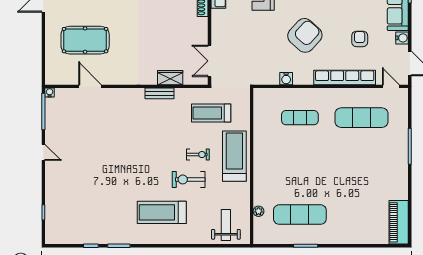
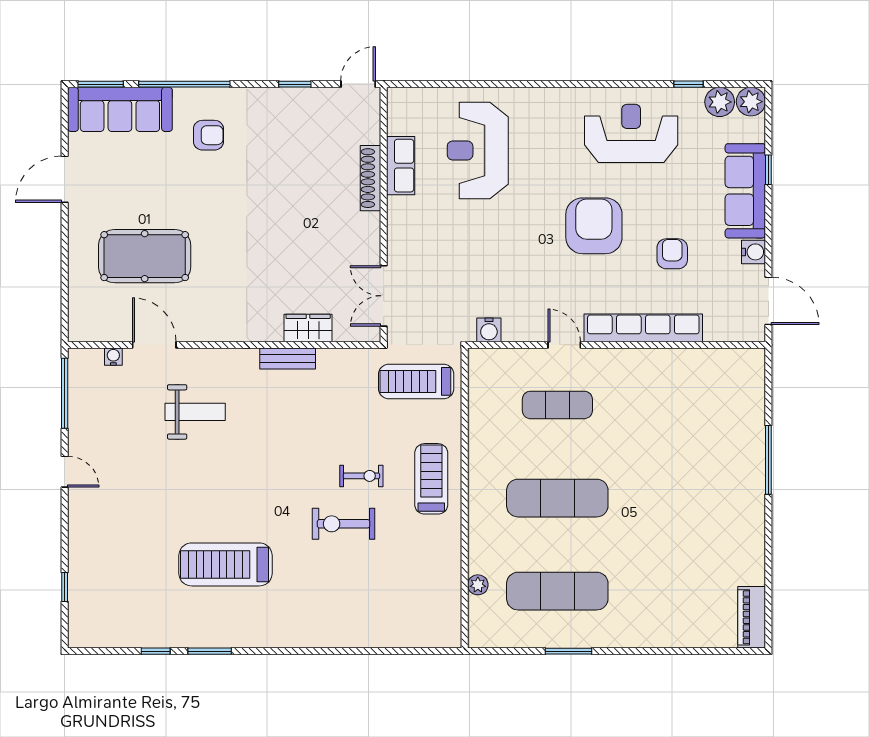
armchair: (305, 35) -> (594, 226), moved, turned -42
water cooler: (286, 79) -> (489, 330), moved
door: (391, 86) -> (564, 345), moved
water cooler: (50, 92) -> (113, 357), moved
treadmill: (211, 113) -> (416, 381), moved
exercise mat: (362, 118) -> (557, 498), moved
treadmill: (234, 156) -> (431, 479), width x0.73, depth x0.73
treadmill: (162, 212) -> (225, 564), moved
piano: (399, 222) -> (752, 617), width x0.73, depth x0.75
weight bench: (226, 225) -> (195, 412), moved, turned 90

